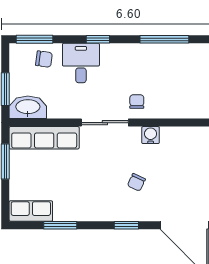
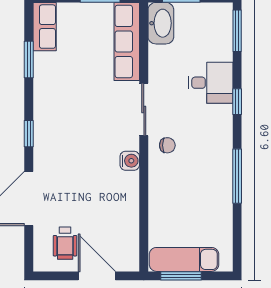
chair: (44, 59) -> (215, 41), removed
chair: (136, 182) -> (77, 145), removed

